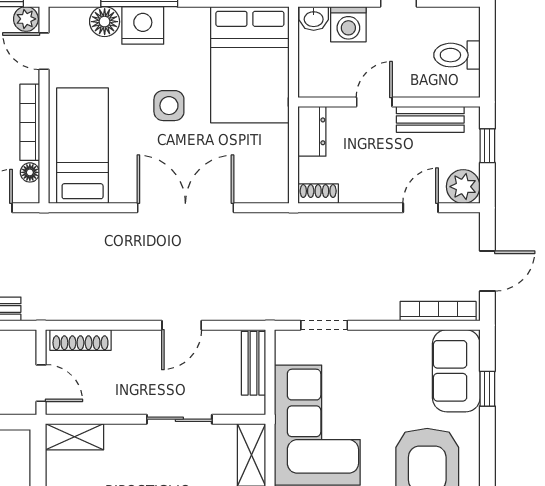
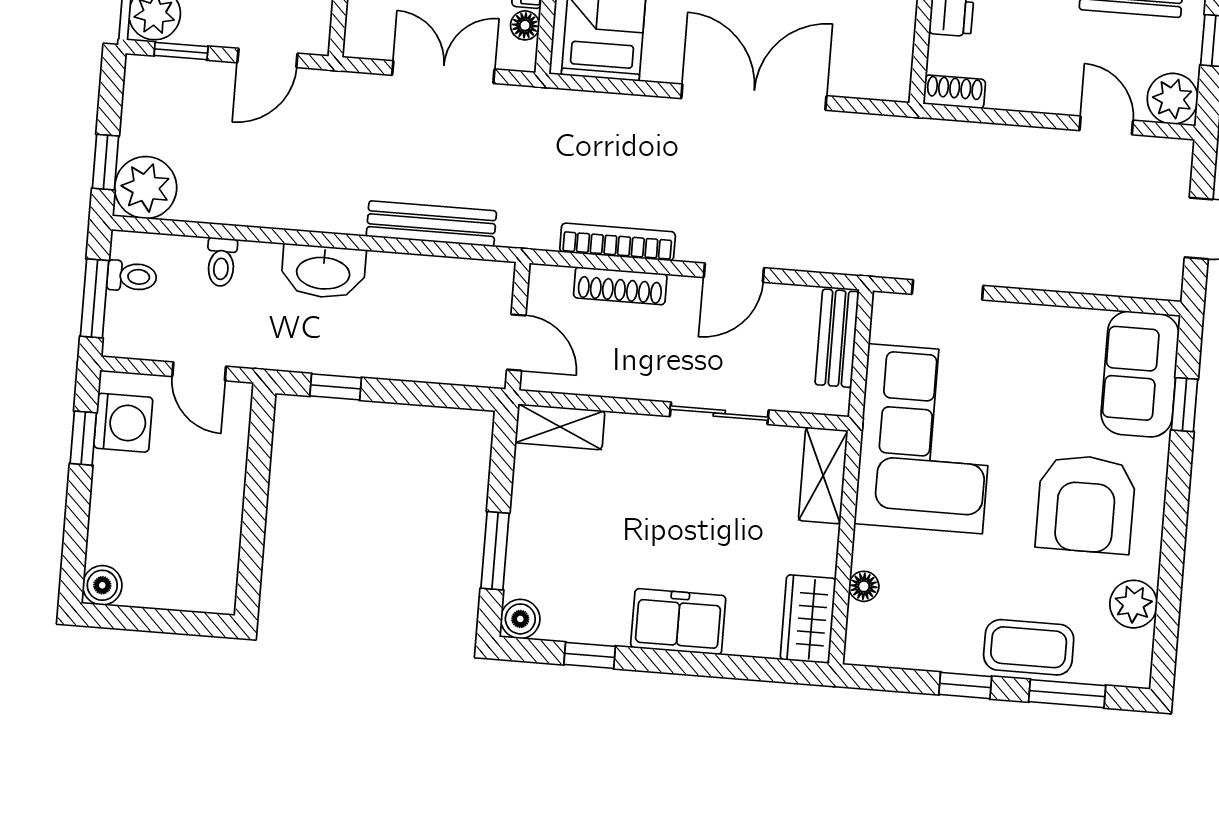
door: (421, 208) -> (1106, 125), hinge flipped
bookcase: (438, 311) -> (618, 242), moved
shoe rack: (80, 340) -> (620, 286), moved

